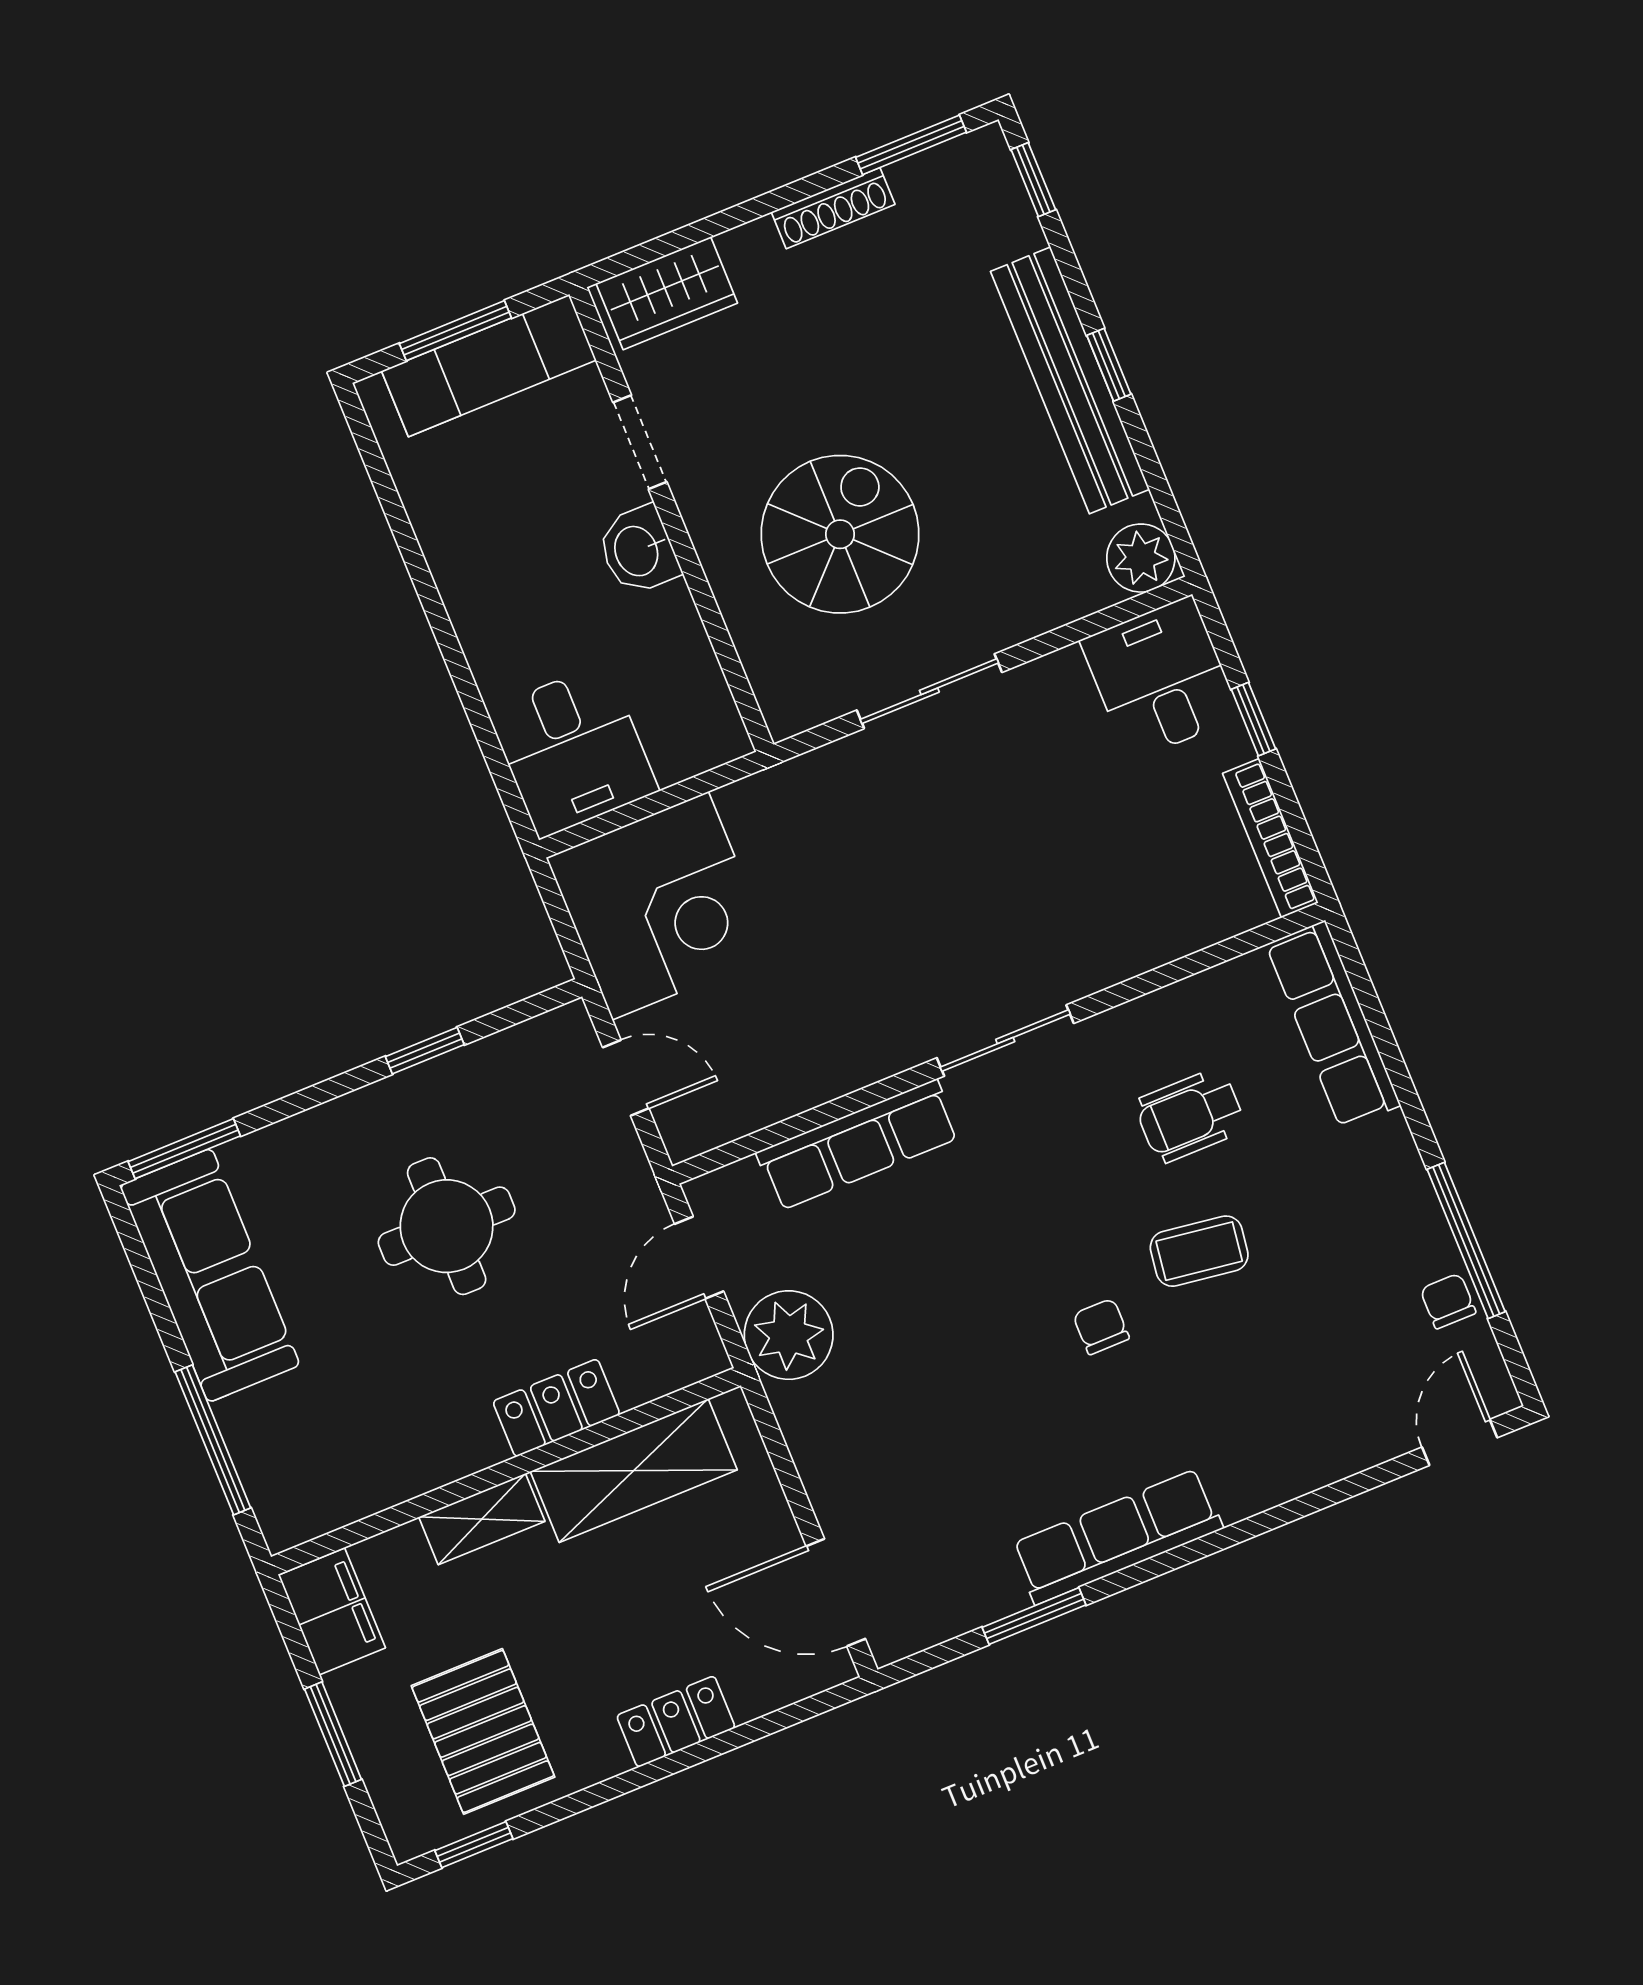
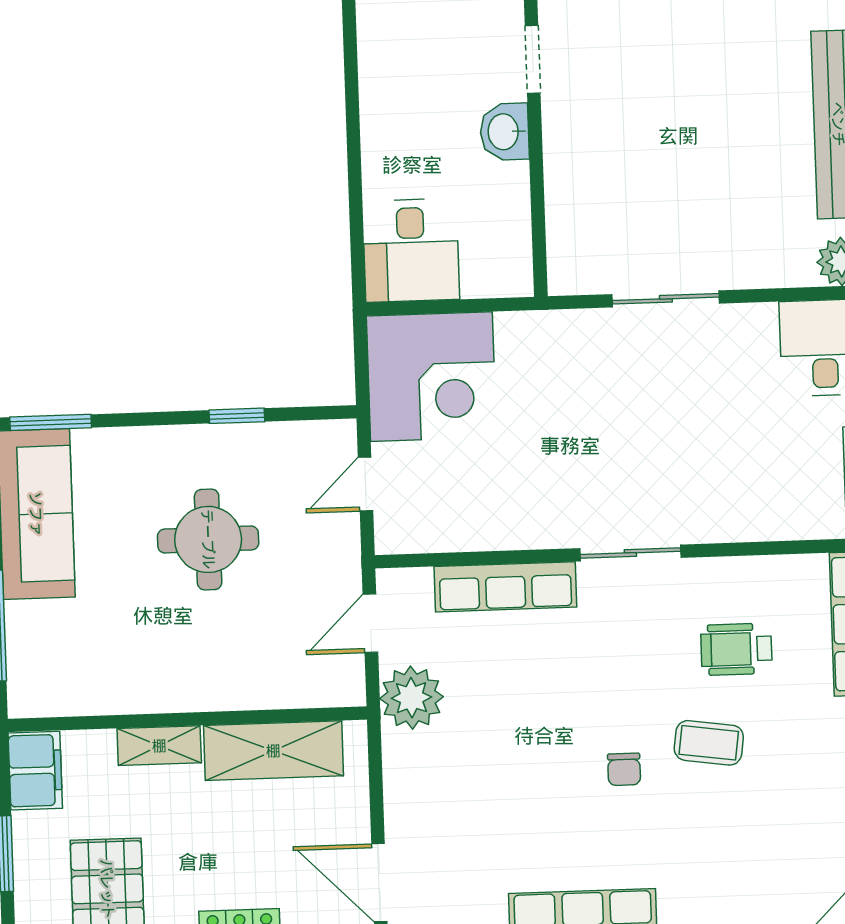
spiral stairs: (840, 534) -> (645, 171), removed
door: (626, 1078) -> (366, 484), swing flipped
chair: (1101, 1327) -> (624, 769), turned 180
locker: (556, 1408) -> (237, 689), removed

